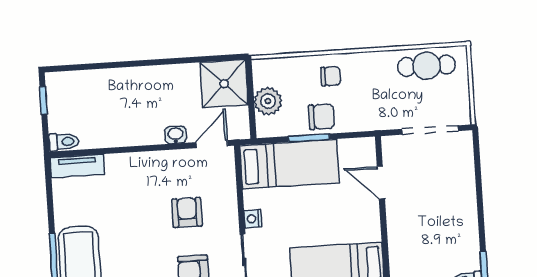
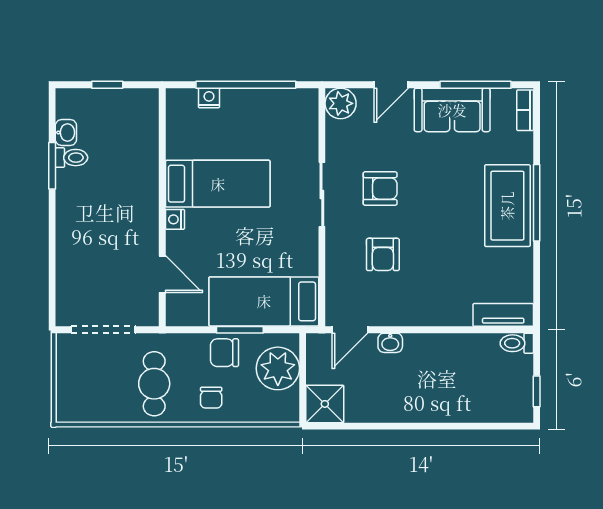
cafe table: (426, 66) -> (154, 384), moved, turned 90
chair: (331, 76) -> (211, 398), turned -90
shower: (224, 84) -> (325, 404), width x0.73, depth x0.73
plant: (268, 101) -> (278, 368), width x1.36, depth x1.36
nightstand: (253, 219) -> (175, 219), moved, turned 180

